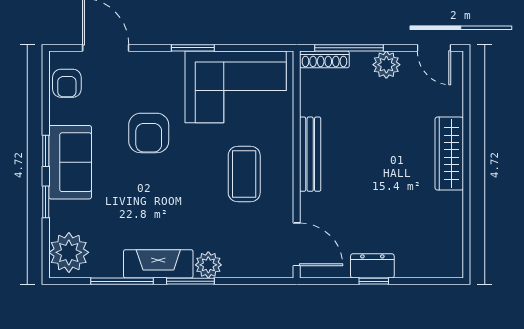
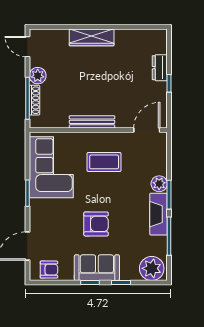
door: (434, 48) -> (27, 47), swing flipped
shoe rack: (324, 59) -> (34, 100), moved
armchair: (149, 133) -> (96, 224), moved
dresser: (372, 266) -> (160, 68), moved

